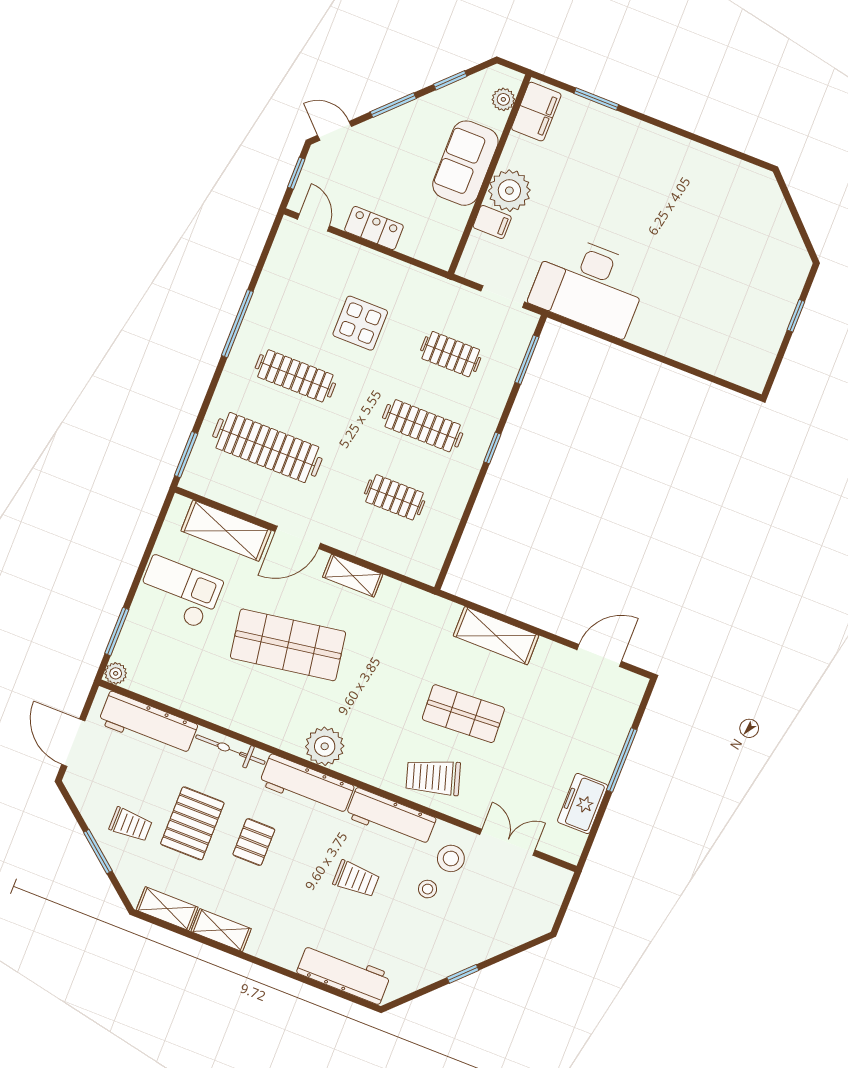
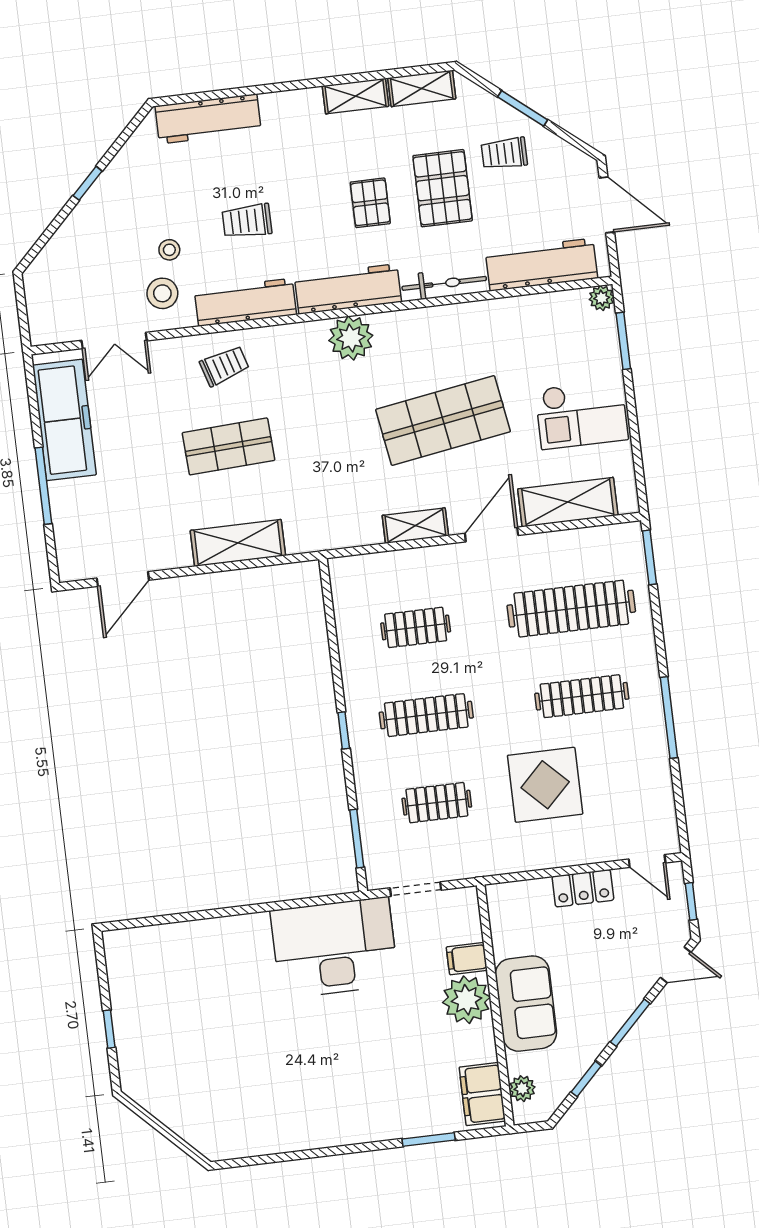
display table: (360, 323) -> (545, 785), width x1.36, depth x1.36
trolley: (433, 777) -> (224, 366), width x0.73, depth x0.72
freezer: (583, 803) -> (64, 420), width x1.91, depth x1.26

